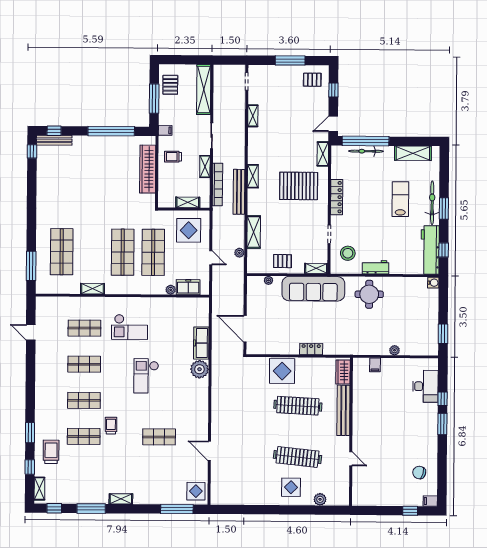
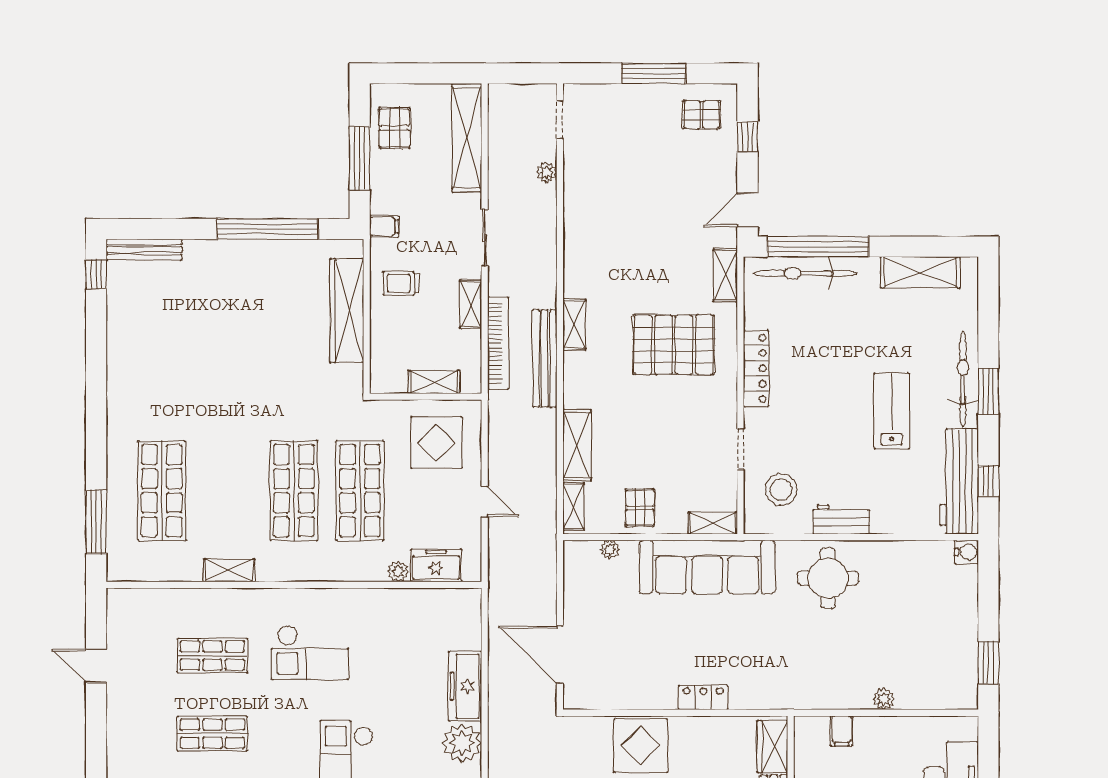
shelving: (253, 116) -> (574, 506), moved
window: (54, 131) -> (144, 229), removed
bicycle: (366, 151) -> (805, 273), width x1.37, depth x1.40
lab bench: (400, 199) -> (892, 411), moved
plant: (239, 253) -> (546, 172), moved
pallet: (282, 261) -> (640, 508), turned 90

